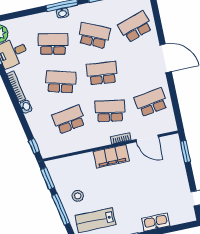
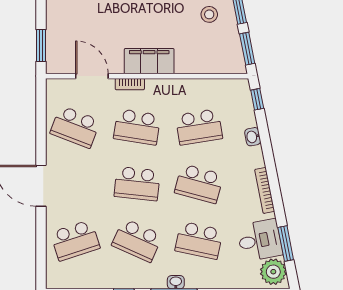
school desk: (151, 102) -> (75, 127), turned 30
washbasin: (26, 107) -> (253, 137), moved

